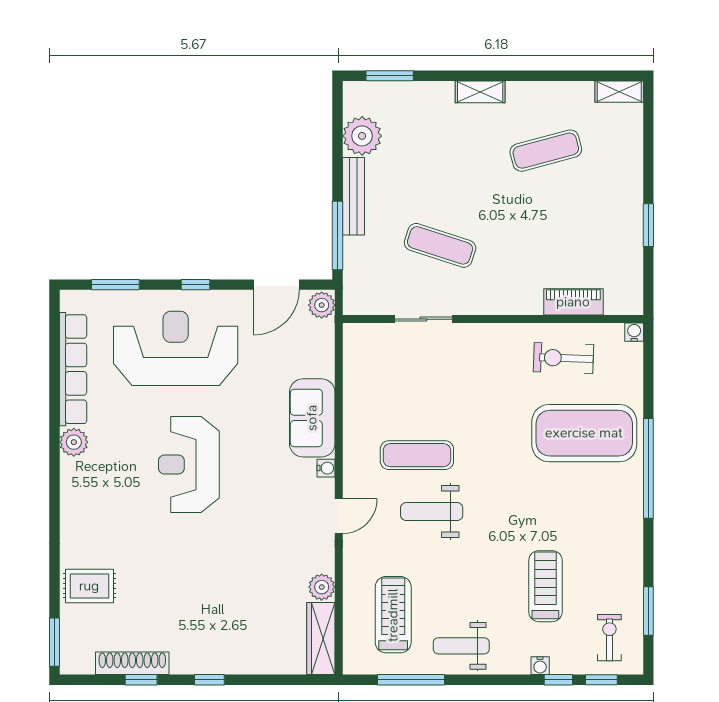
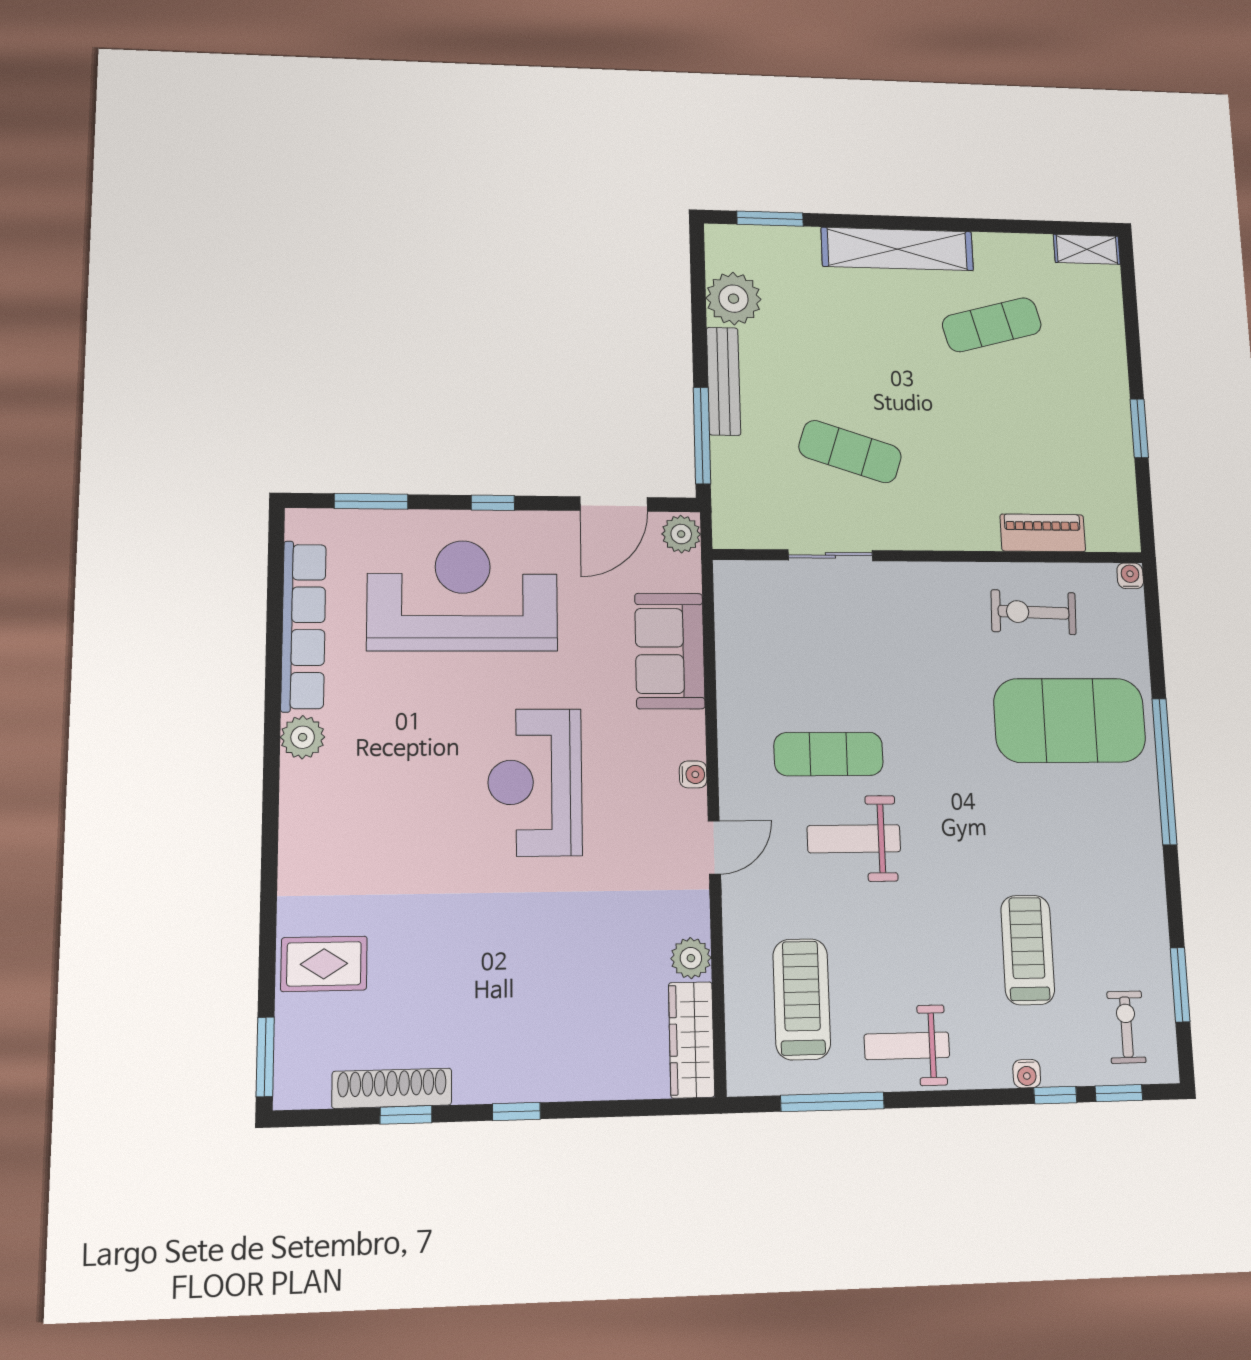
shelving: (480, 92) -> (897, 249), width x2.20, depth x1.33
sofa: (312, 418) -> (670, 651), moved
reception desk: (189, 465) -> (535, 782), moved

